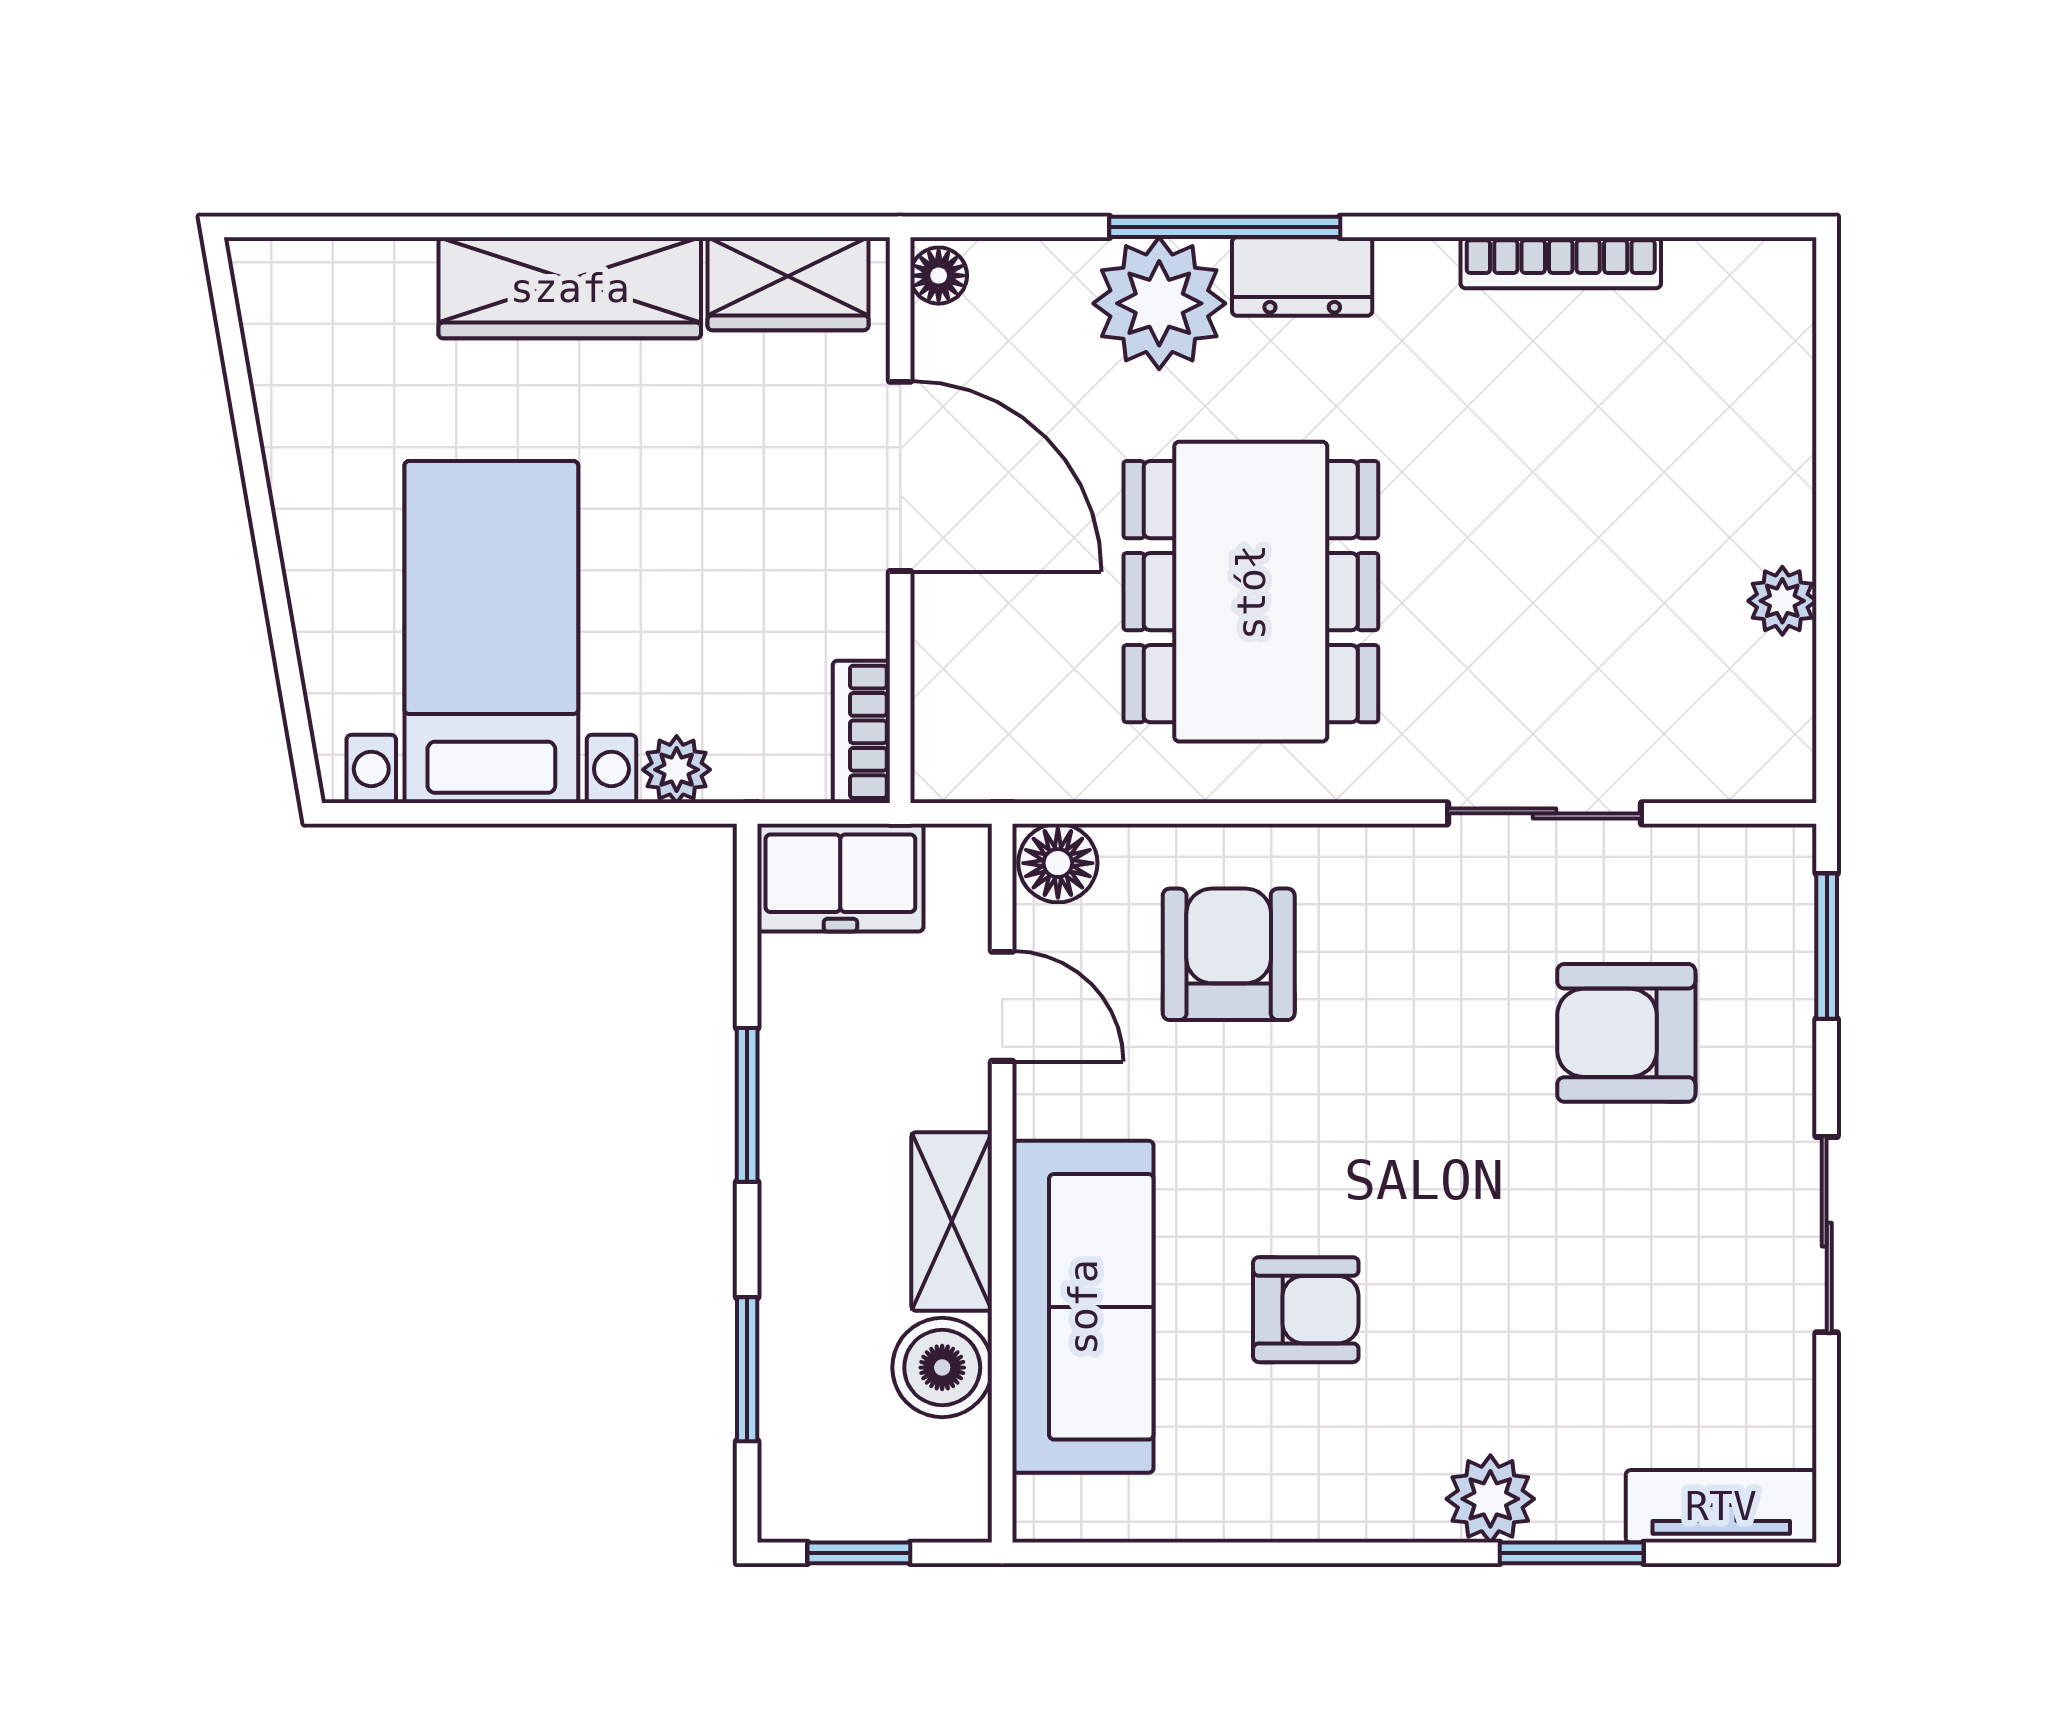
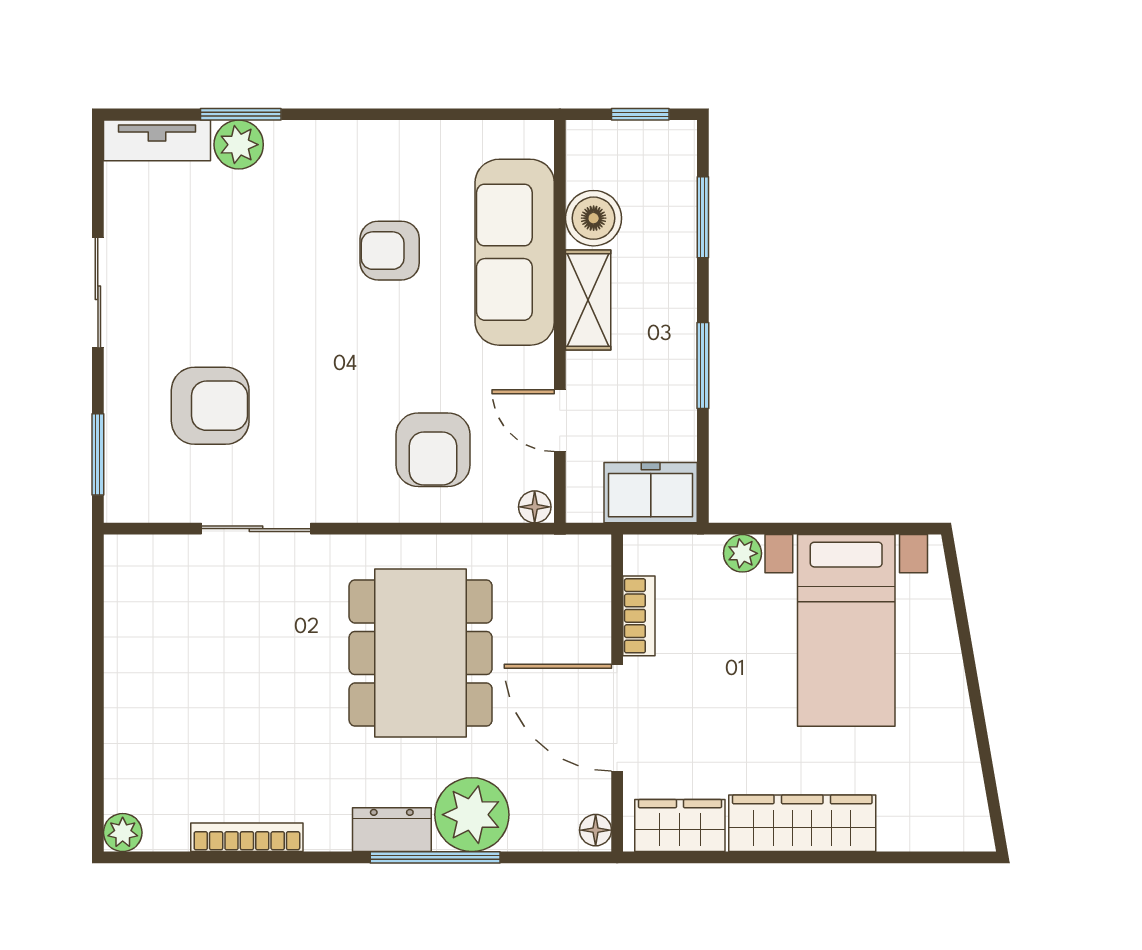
plant: (1782, 601) -> (123, 833), moved
bookcase: (861, 732) -> (639, 616), moved
floor lamp: (1058, 863) -> (535, 507), width x0.73, depth x0.73
plant: (1490, 1499) -> (239, 145), moved

